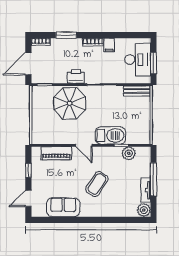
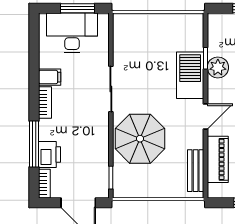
window: (66, 35) -> (34, 144), width x1.44
printer: (76, 76) -> (49, 155), moved, turned 180
bench: (137, 91) -> (196, 171), moved
plant: (129, 153) -> (218, 67), moved

